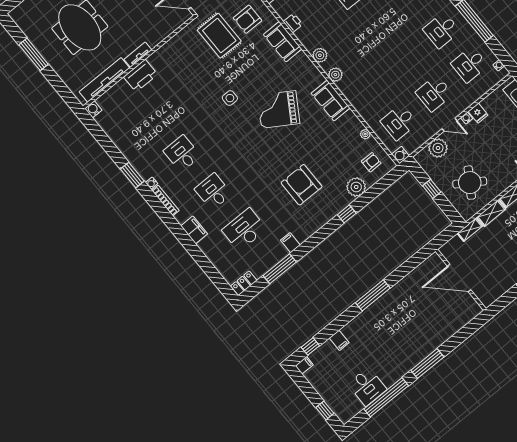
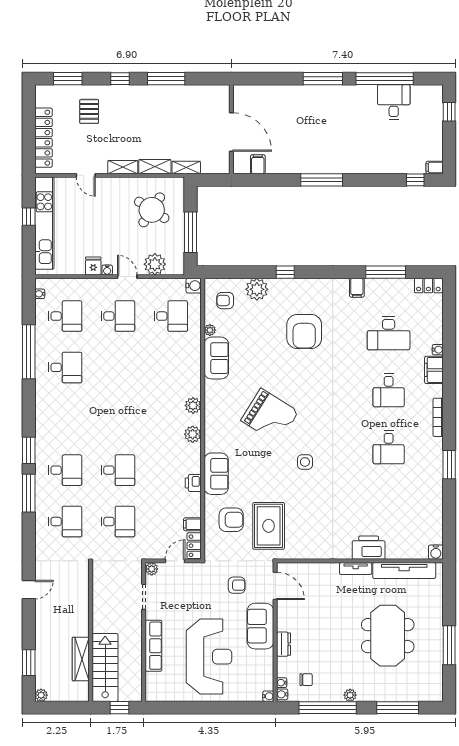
sofa: (331, 101) -> (216, 358), moved
water cooler: (152, 183) -> (438, 350), moved
window: (432, 189) -> (191, 232), width x2.17
filing cabinet: (339, 340) -> (258, 164), moved

